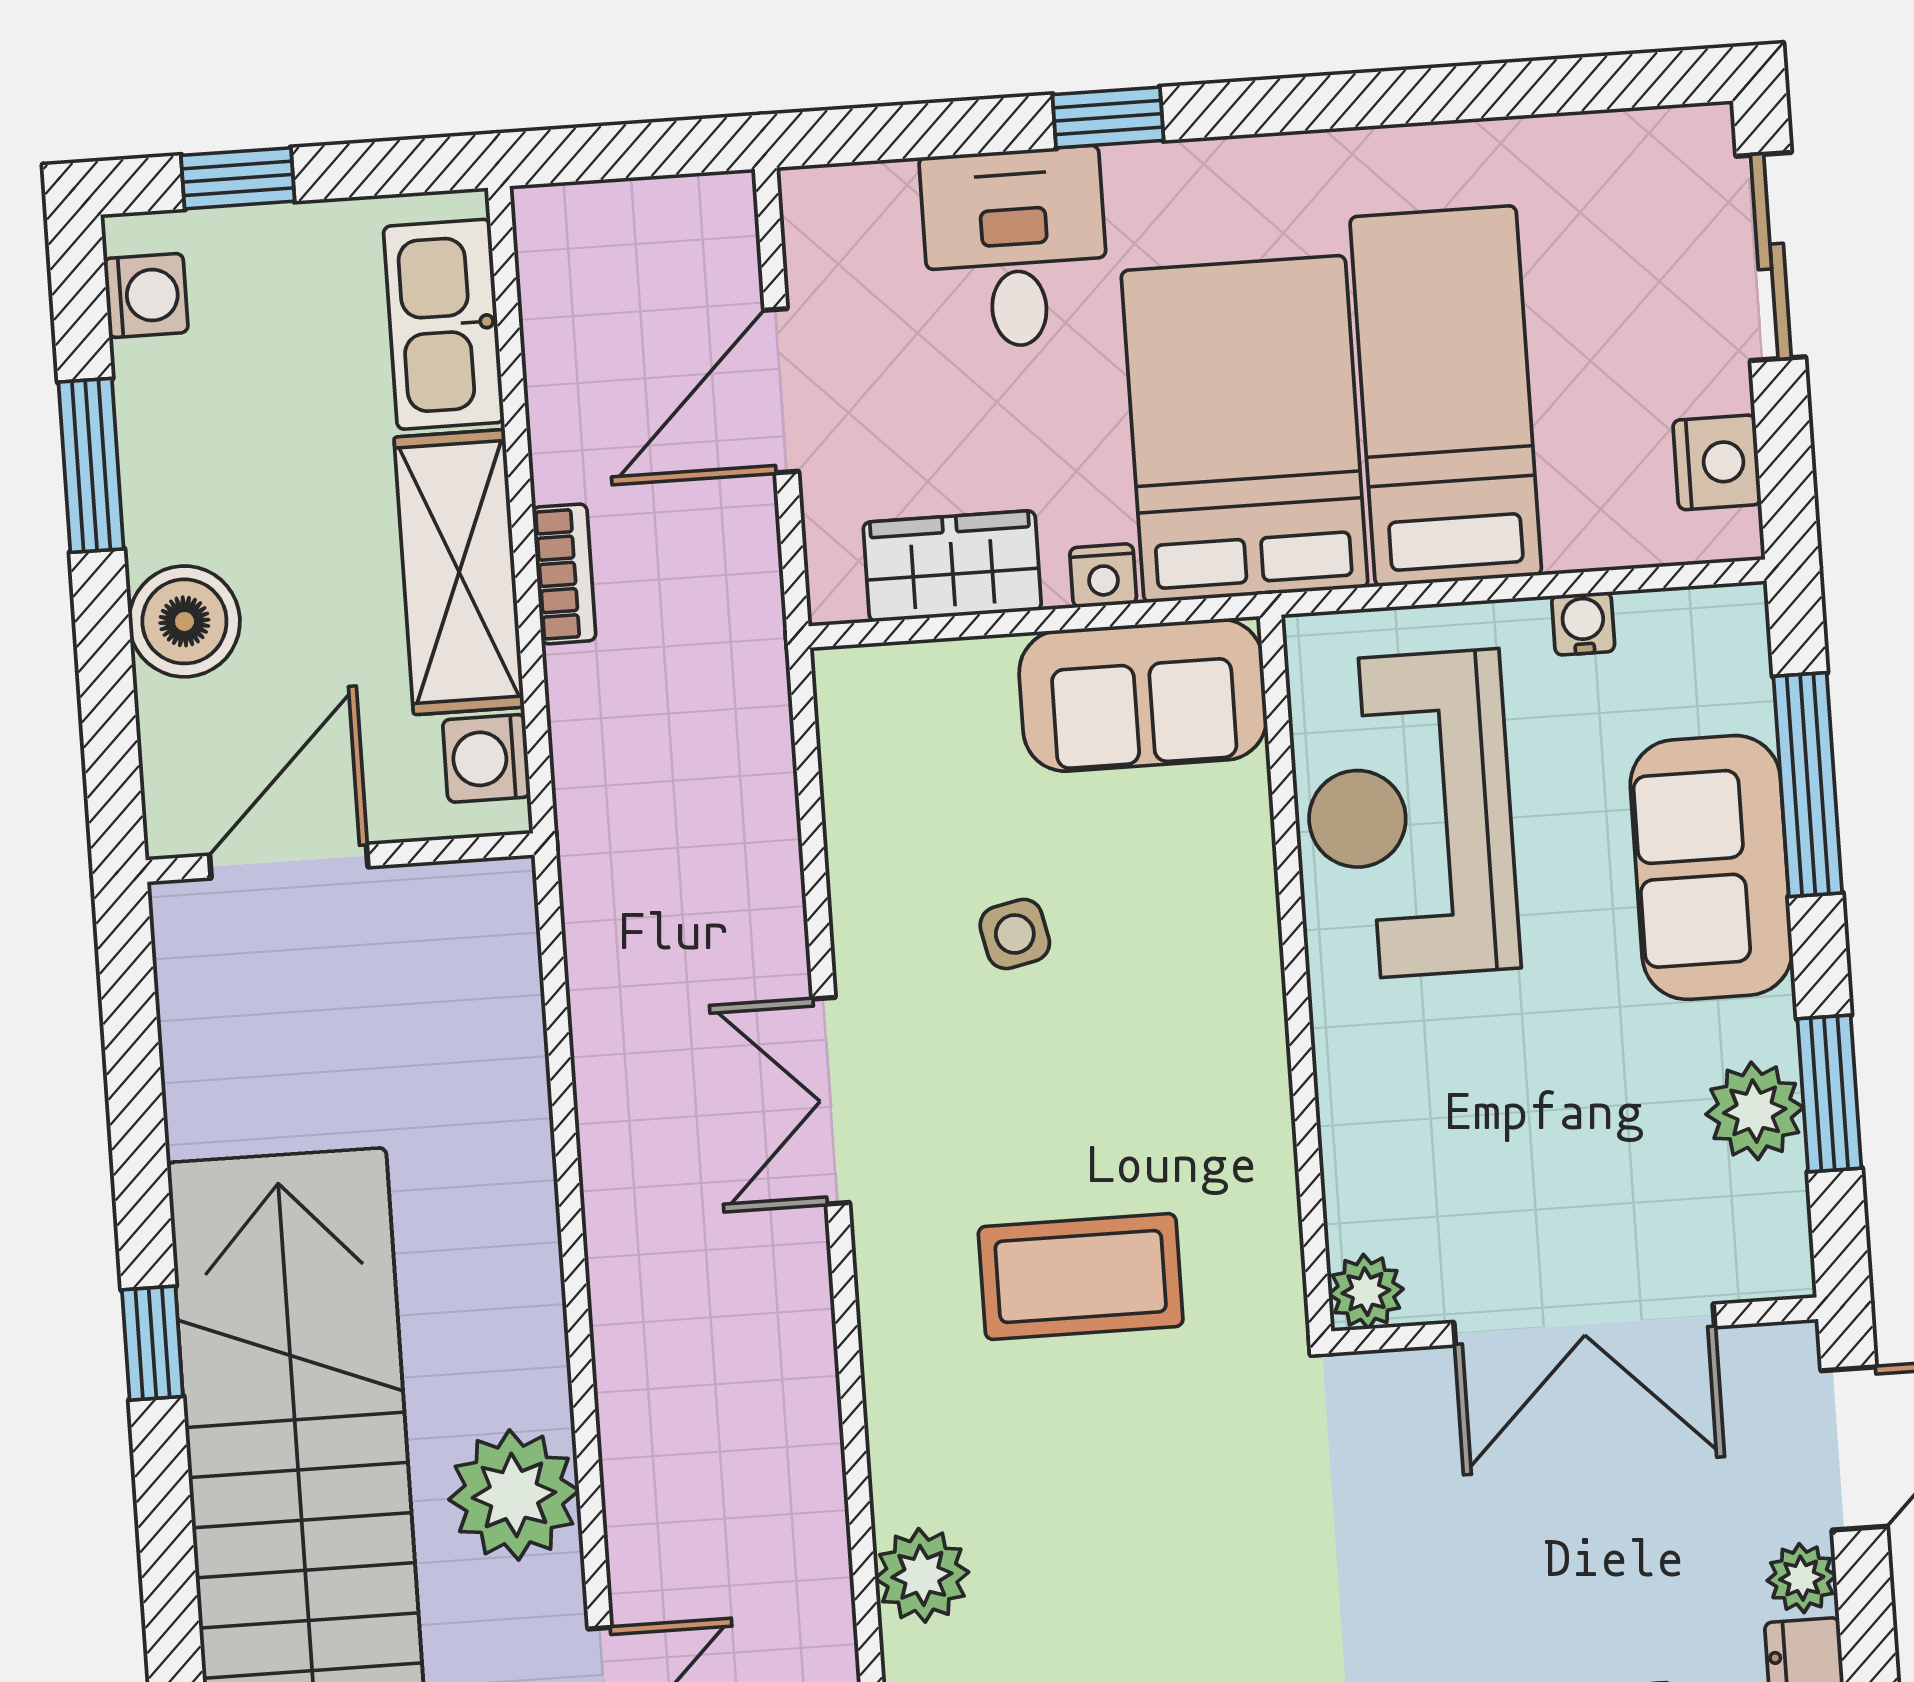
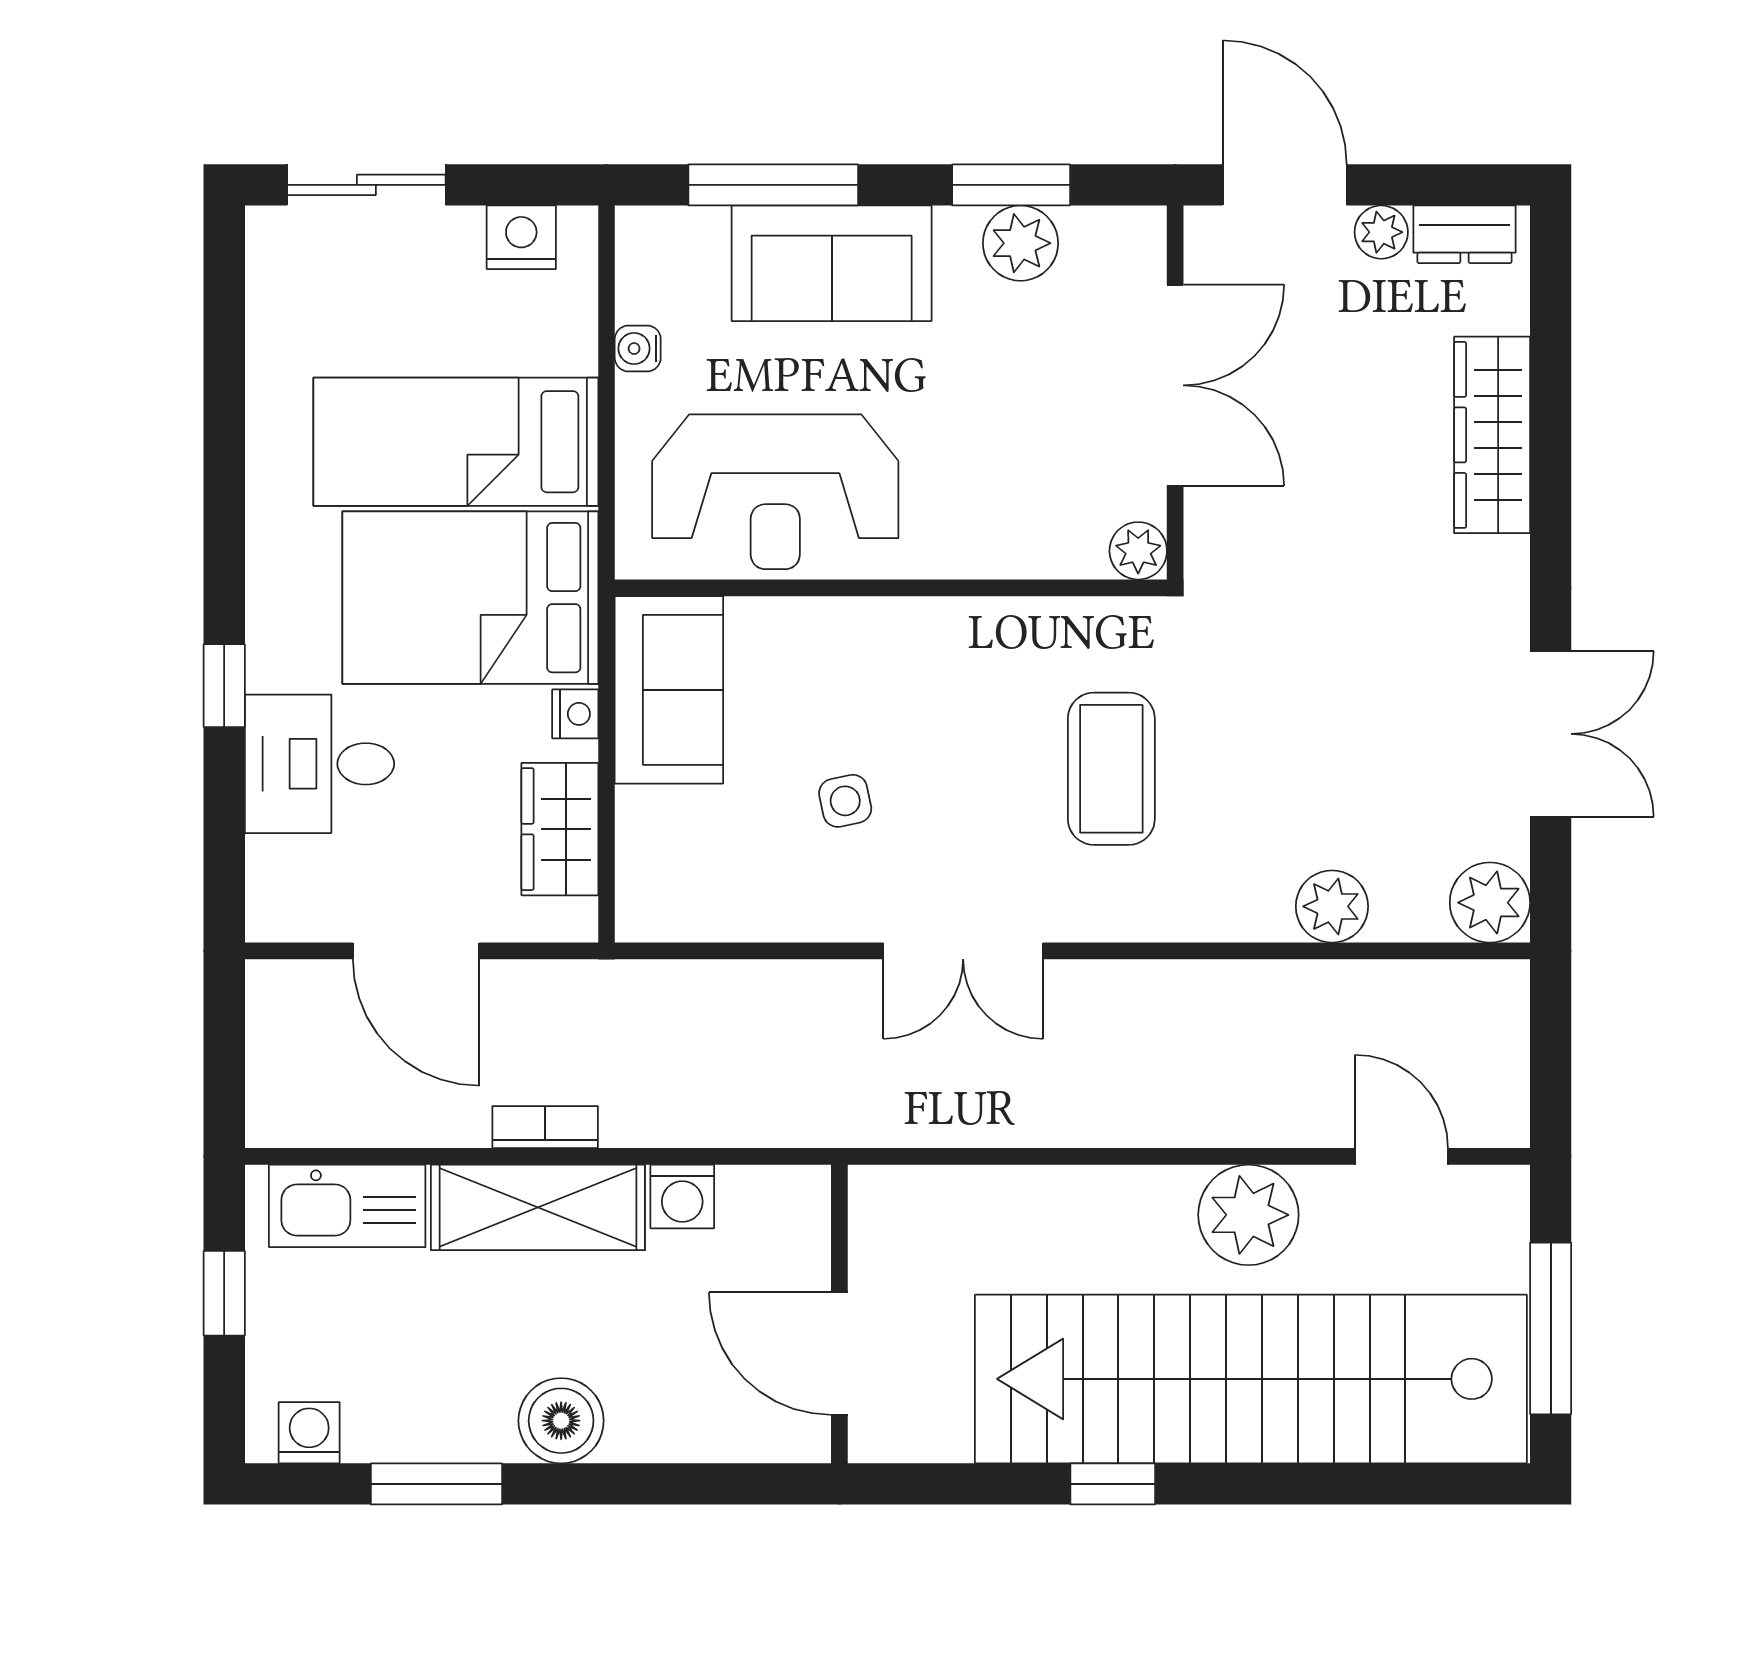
window: (238, 178) -> (224, 1293), moved
wall: (340, 857) -> (839, 1314), moved
door: (289, 861) -> (839, 1354), moved

